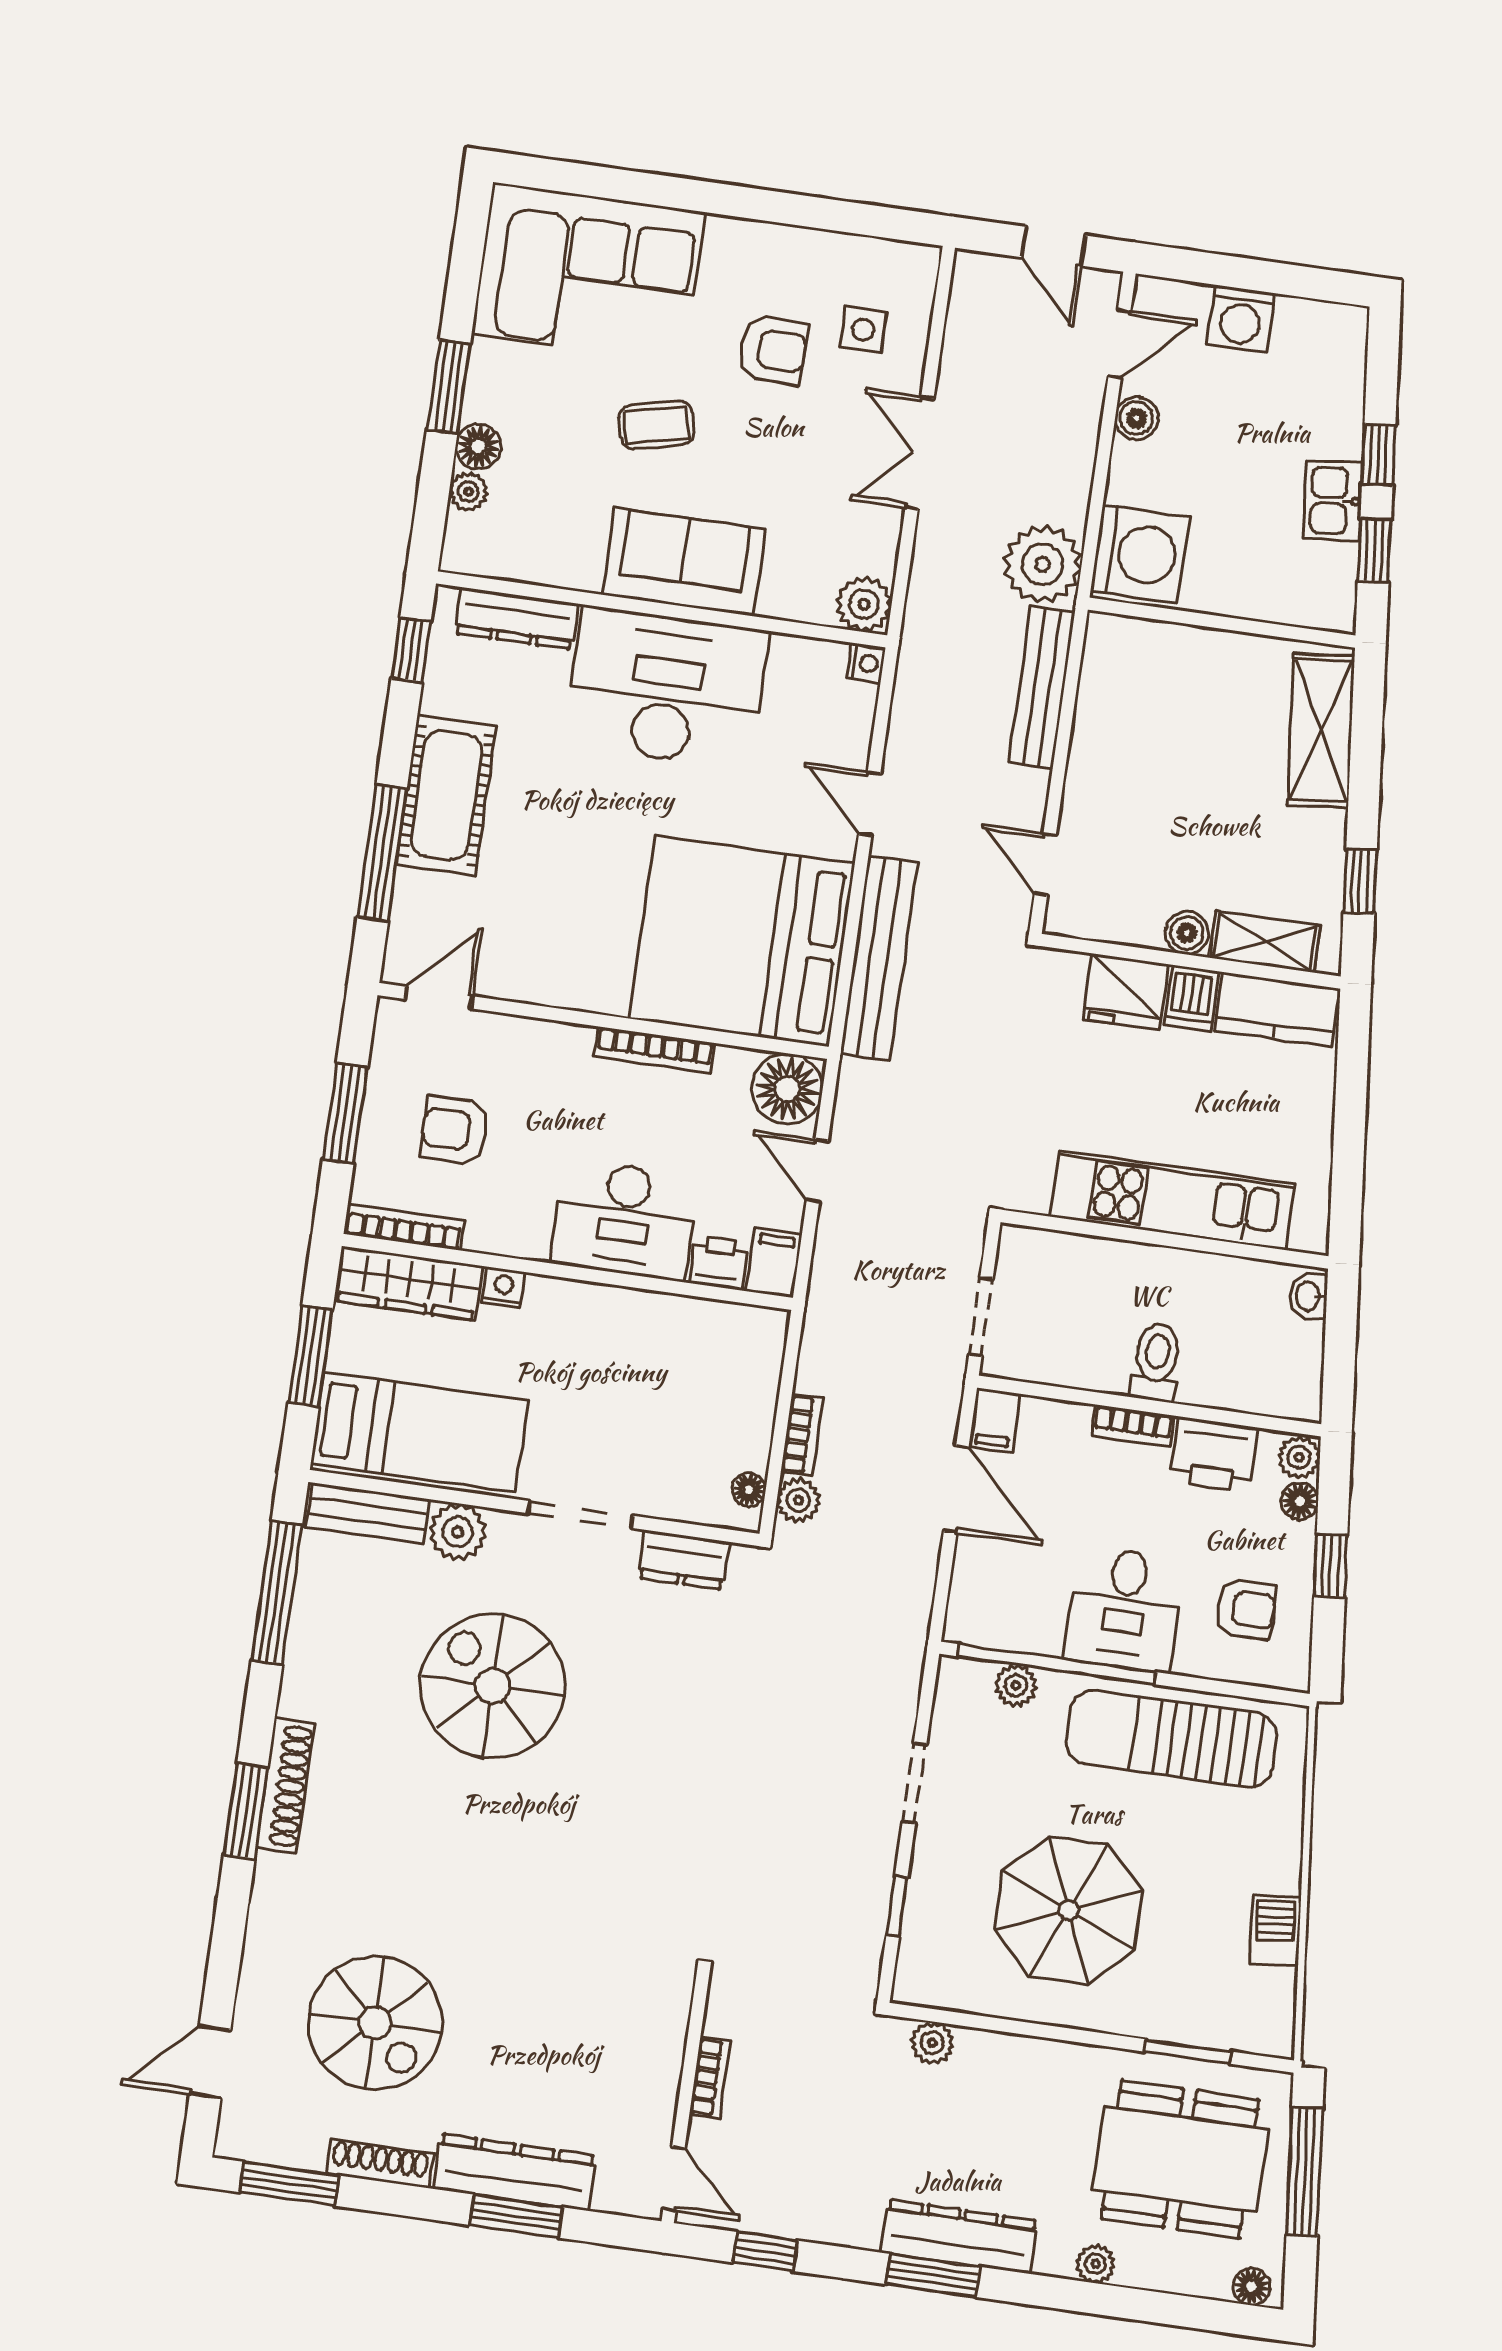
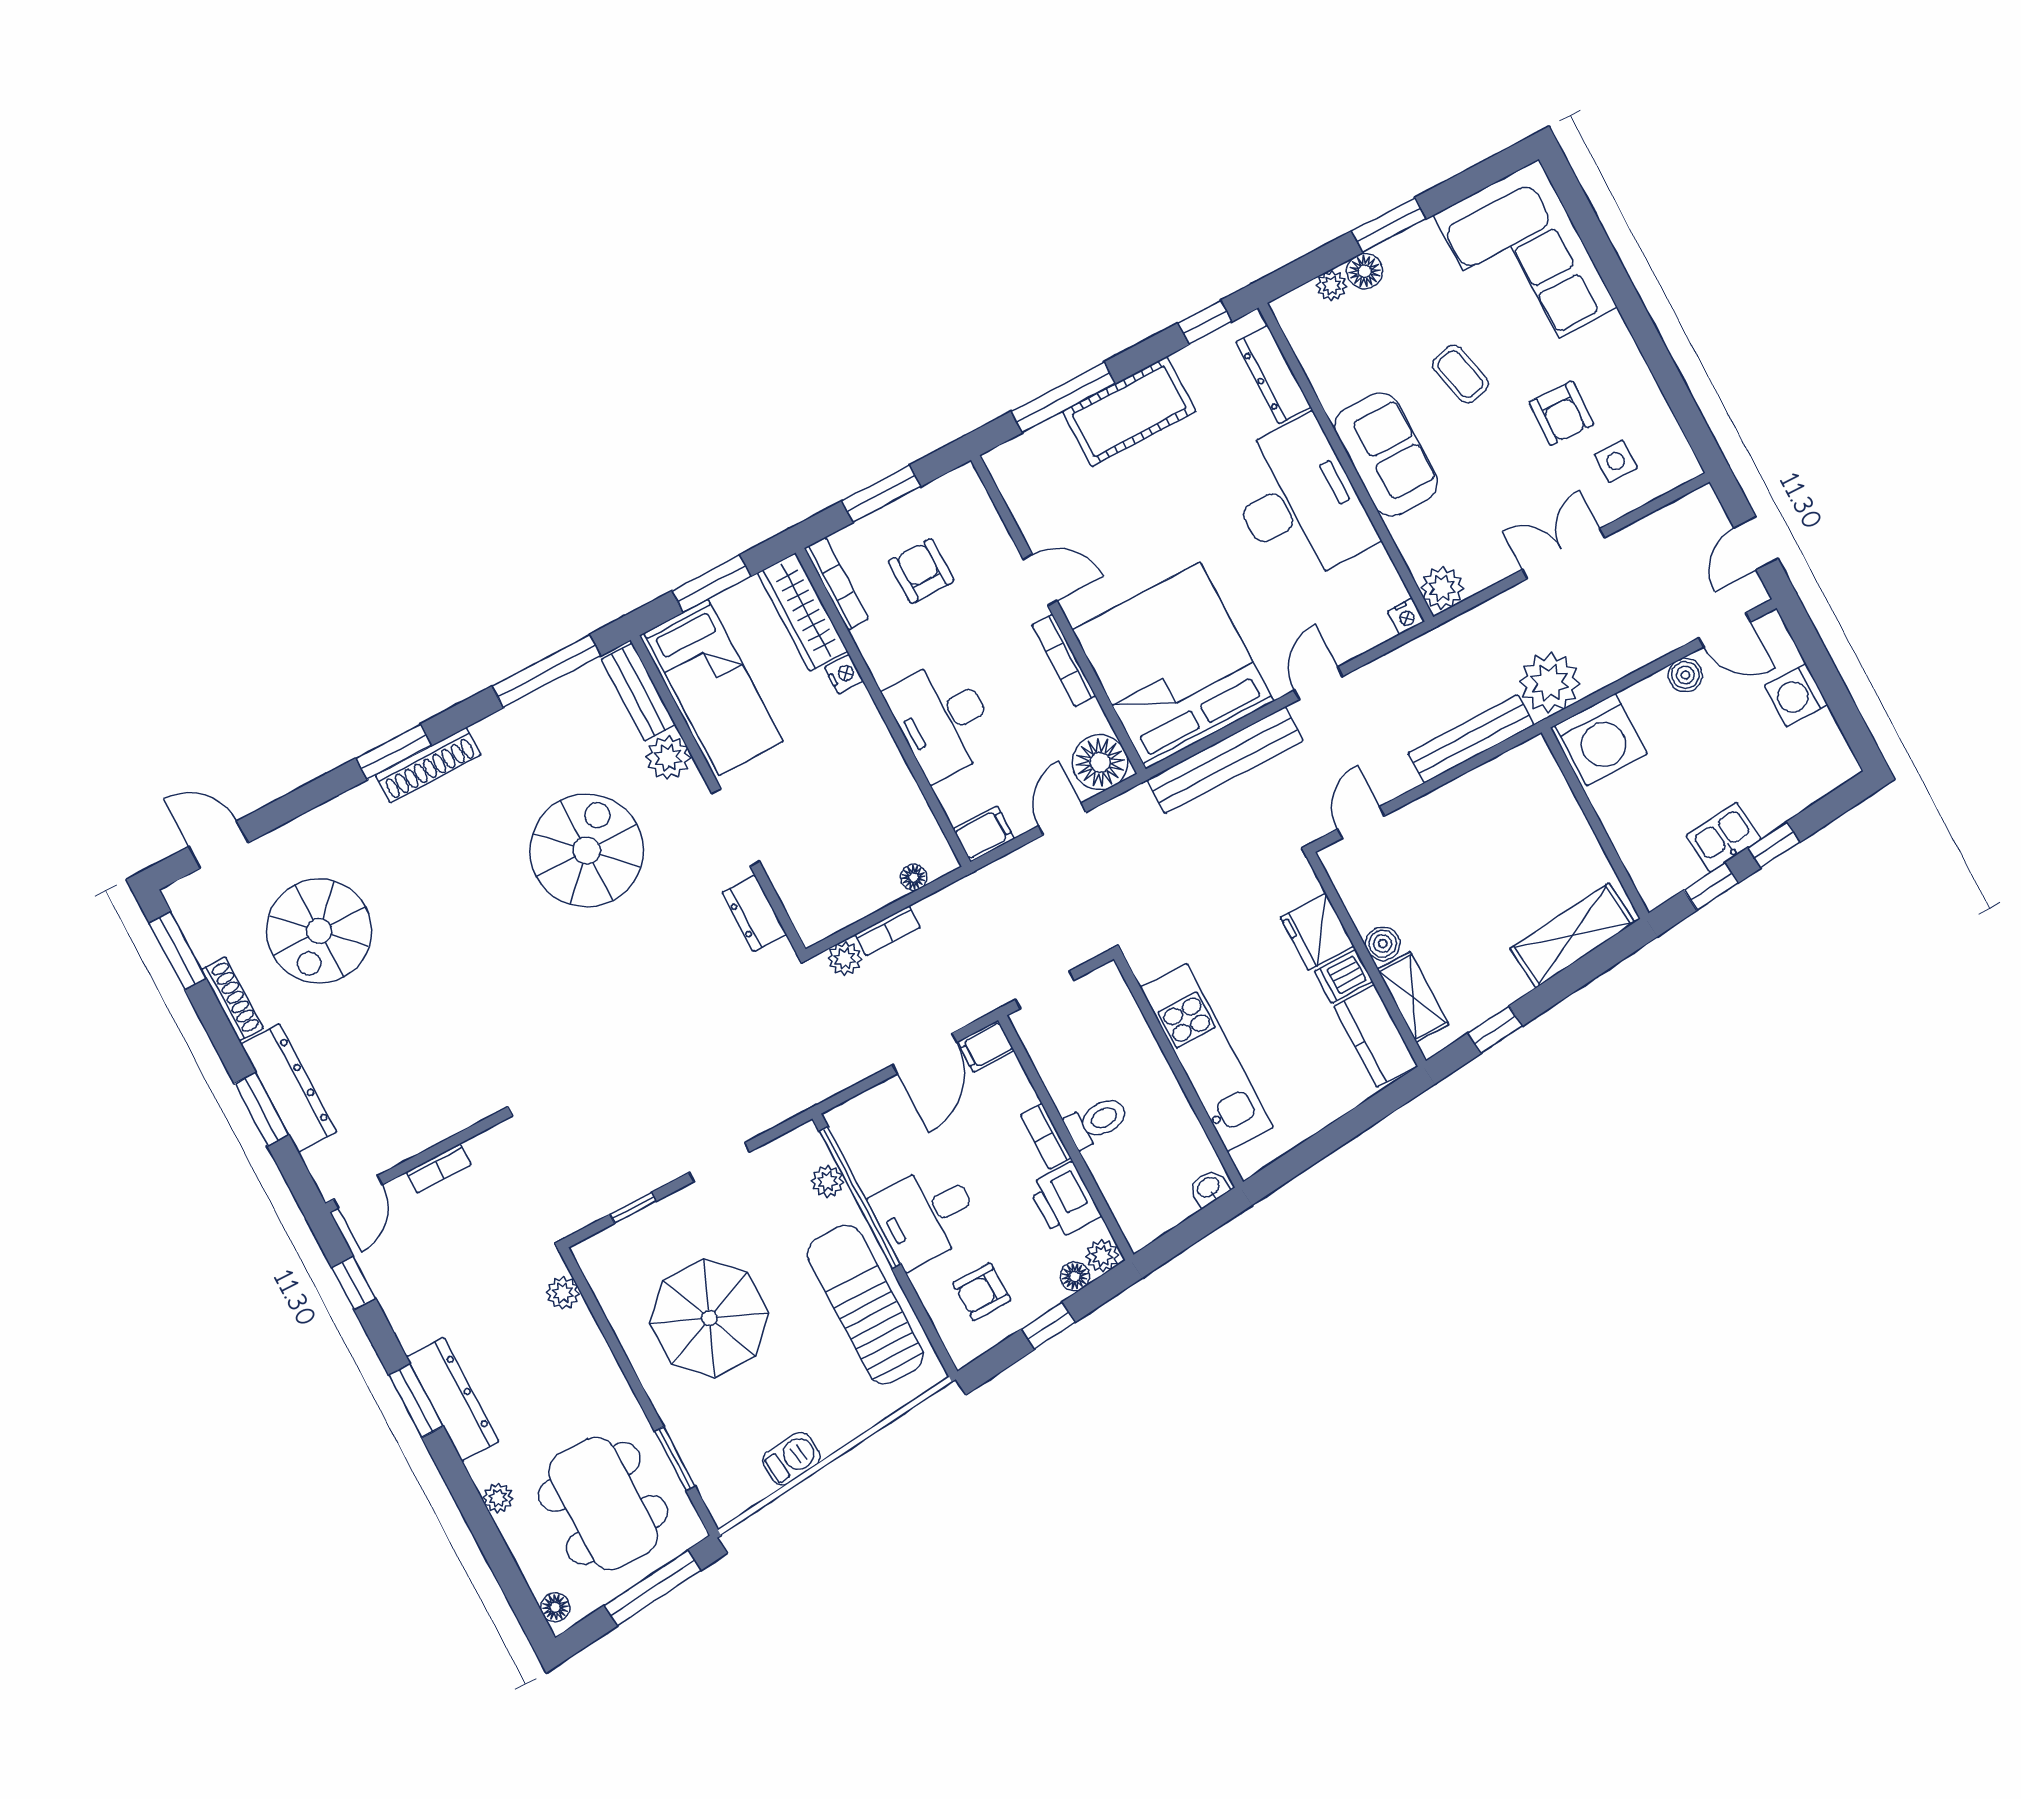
door: (439, 998) -> (1040, 580), moved
printer: (718, 1263) -> (958, 799), removed
floor lamp: (749, 1490) -> (914, 877), moved
armchair: (1246, 1609) -> (982, 1292), turned 89

